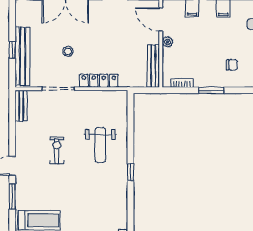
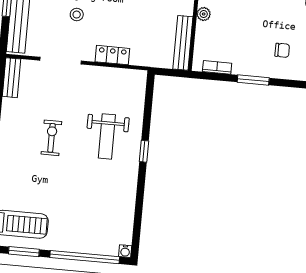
locker: (99, 81) -> (112, 55), width x0.66
window: (130, 172) -> (144, 151), moved

